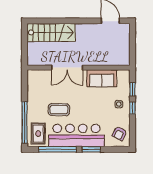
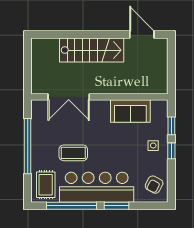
stairs: (51, 32) -> (92, 50), moved
double door: (67, 68) -> (69, 97), moved
window: (25, 123) -> (28, 146), moved

